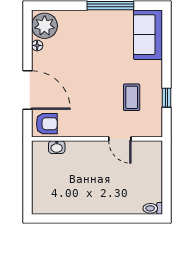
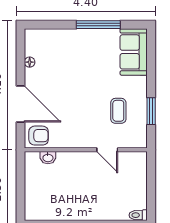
plant: (45, 26) -> (36, 44), removed
window: (167, 98) -> (151, 111), width x1.50

